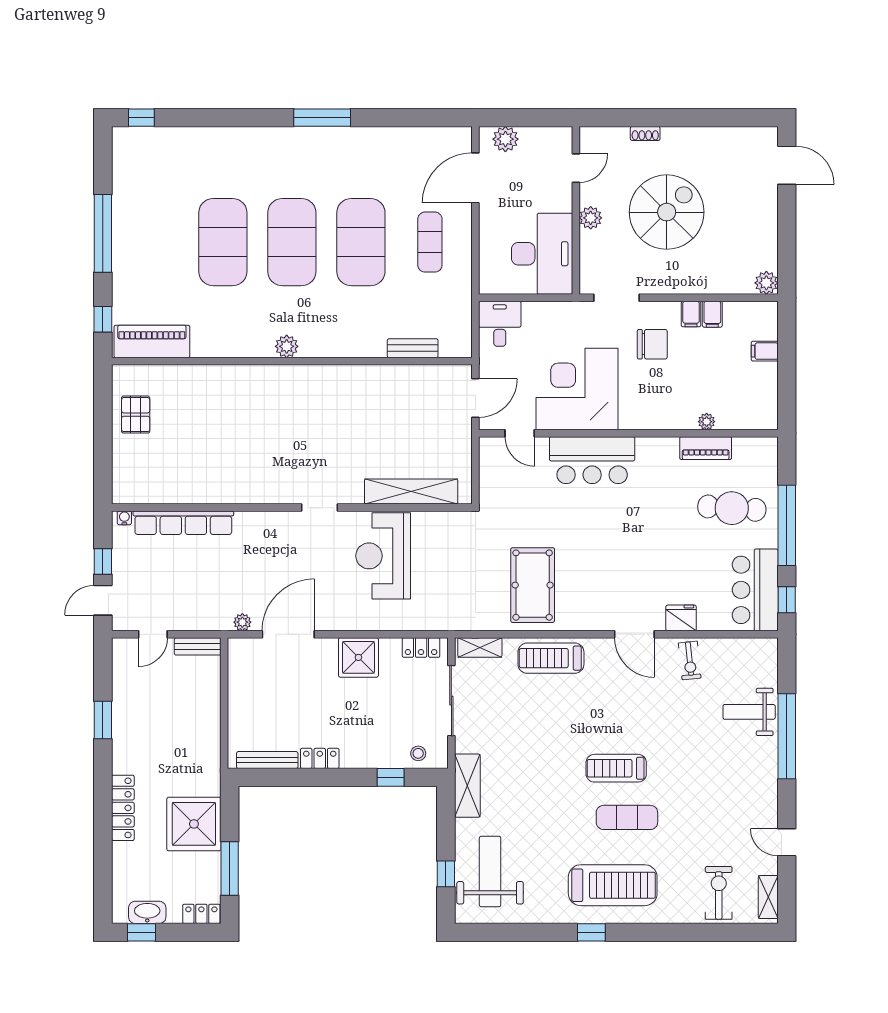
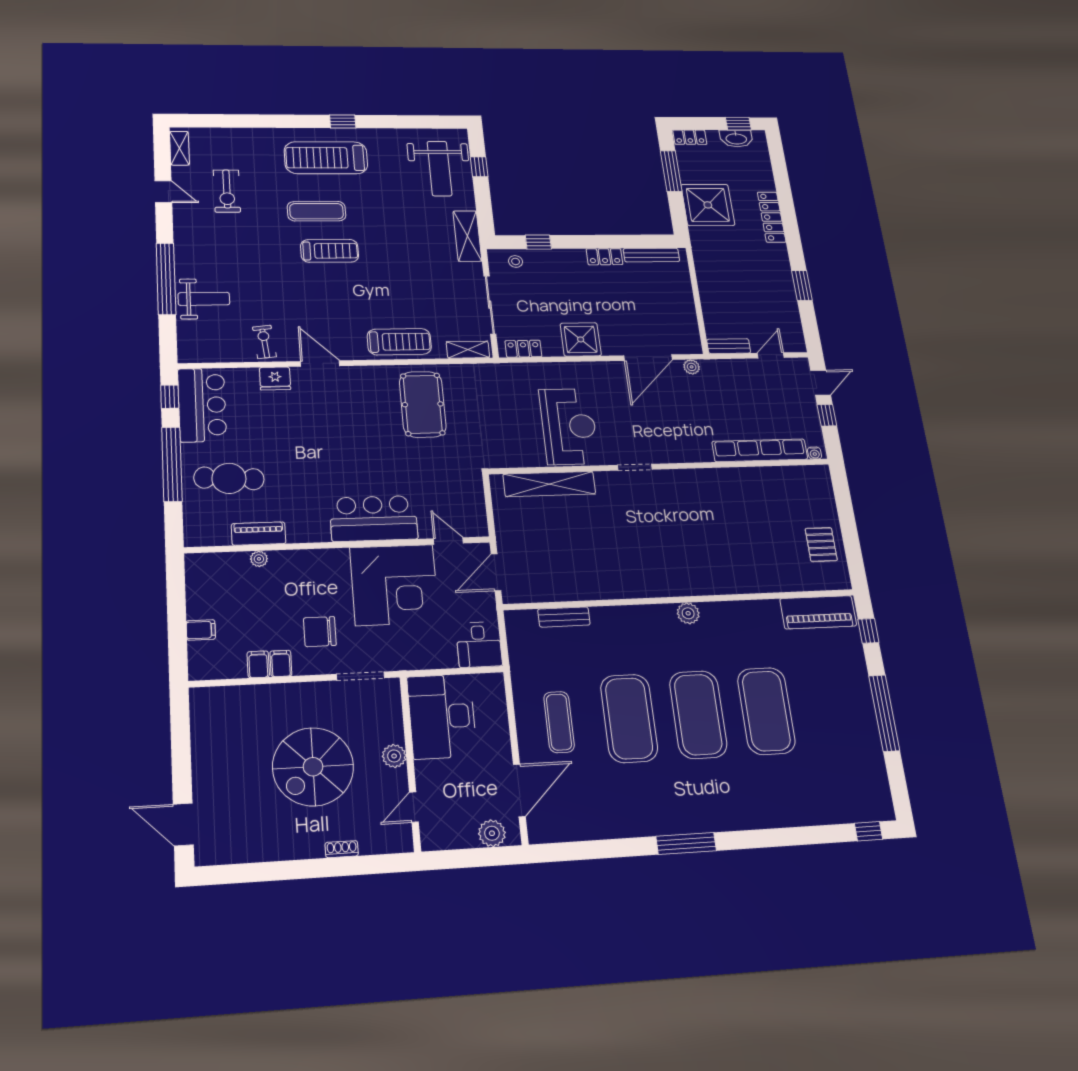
plant: (766, 283) -> (201, 699), removed
exercise bike: (719, 893) -> (227, 191), moved

